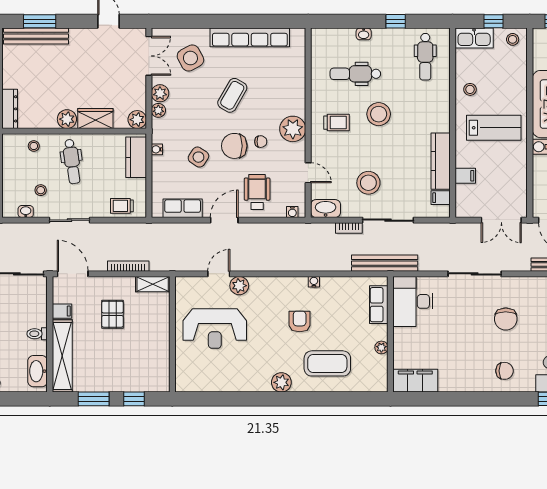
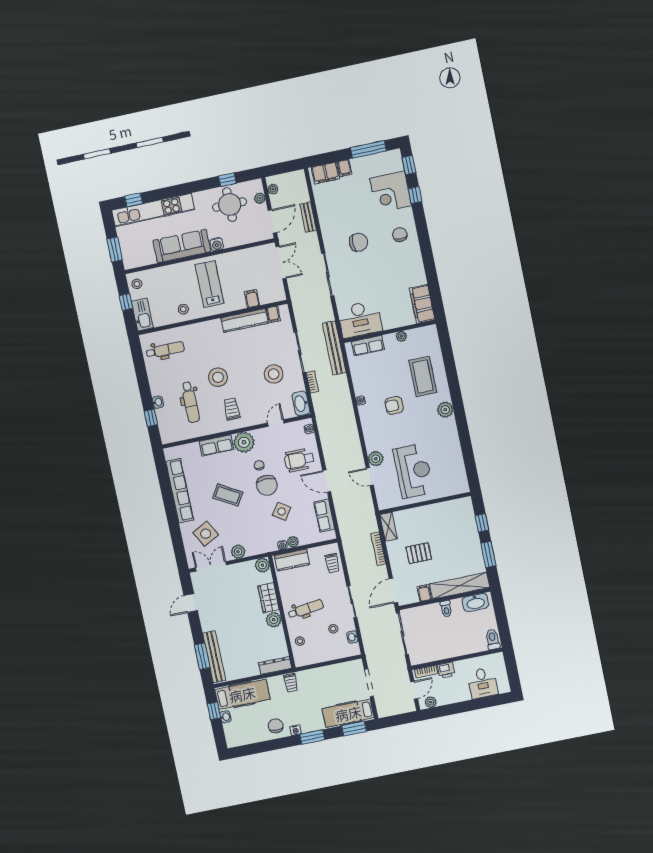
window: (396, 21) -> (151, 418), moved
row of seats: (296, 94) -> (216, 445), added
plant: (158, 110) -> (293, 542), moved

